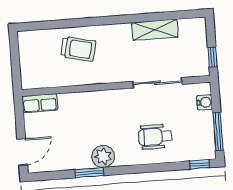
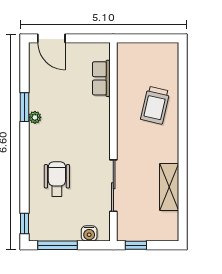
row of seats: (40, 103) -> (101, 78), moved
plant: (103, 156) -> (35, 117), width x0.53, depth x0.53

